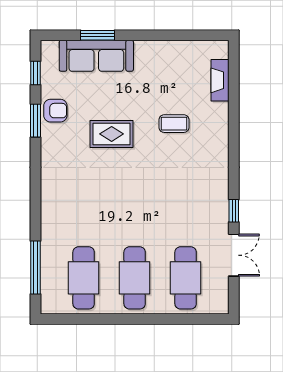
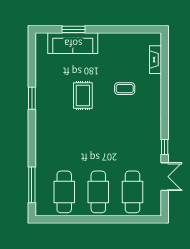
window: (35, 73) -> (32, 55), removed
armchair: (55, 111) -> (45, 80), removed
window: (35, 121) -> (32, 98), moved
rug: (112, 134) -> (83, 96), turned 90

